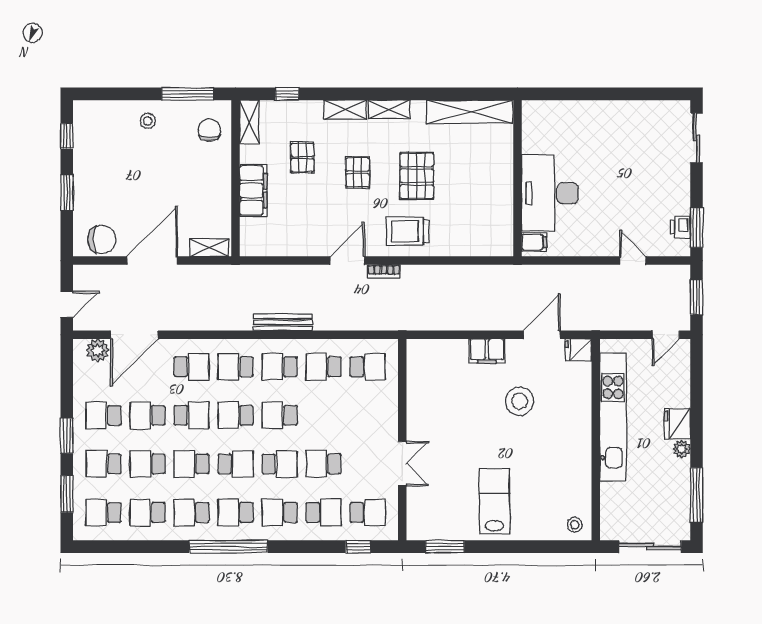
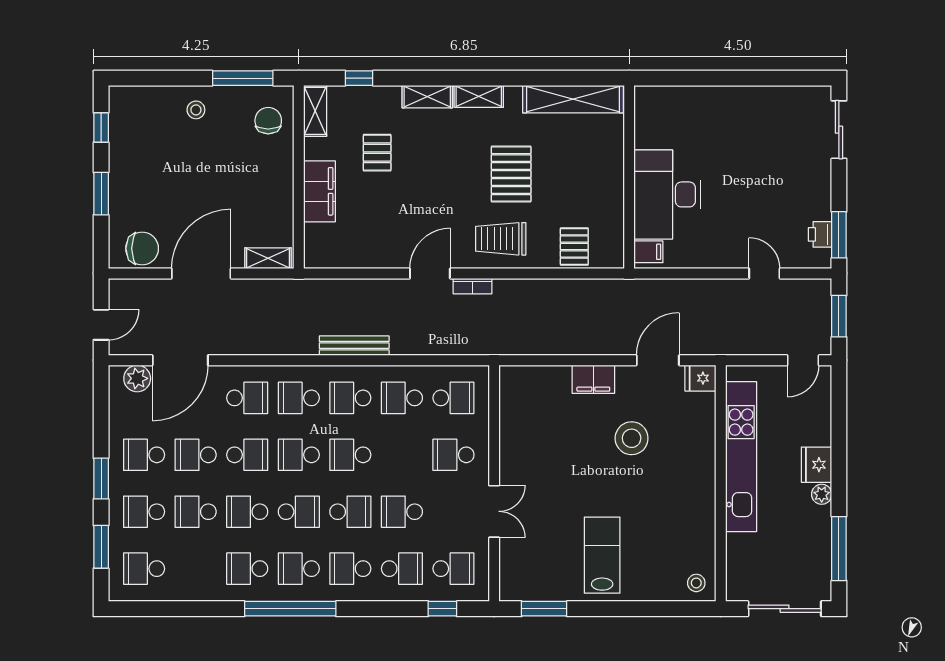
pallet: (358, 172) -> (574, 246), moved
school desk: (148, 512) -> (453, 455), moved

